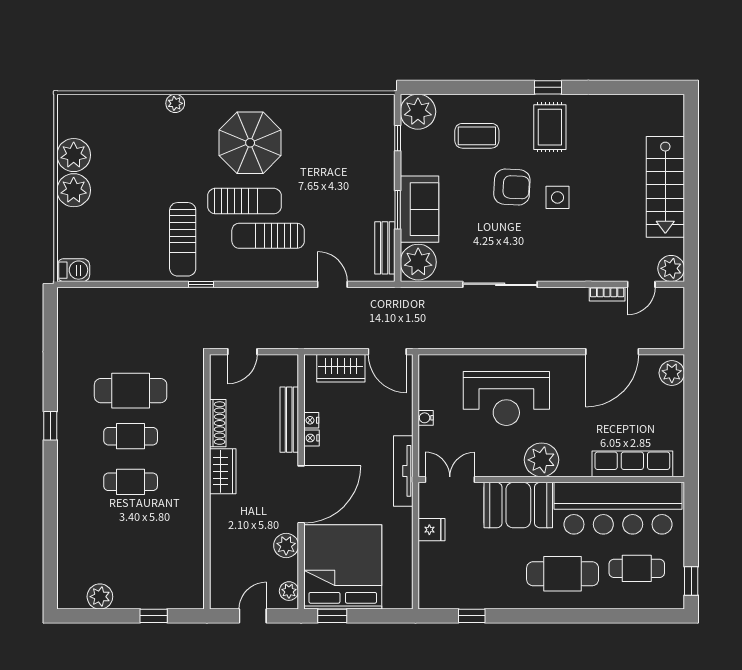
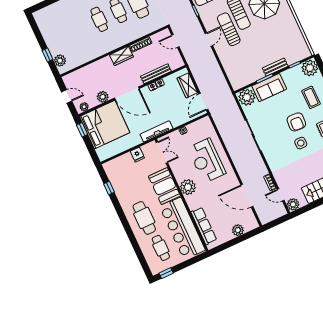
bench: (385, 248) -> (275, 67), moved
door: (332, 284) -> (209, 40), moved
plant: (672, 373) -> (238, 230), moved
plant: (100, 597) -> (60, 61), moved

